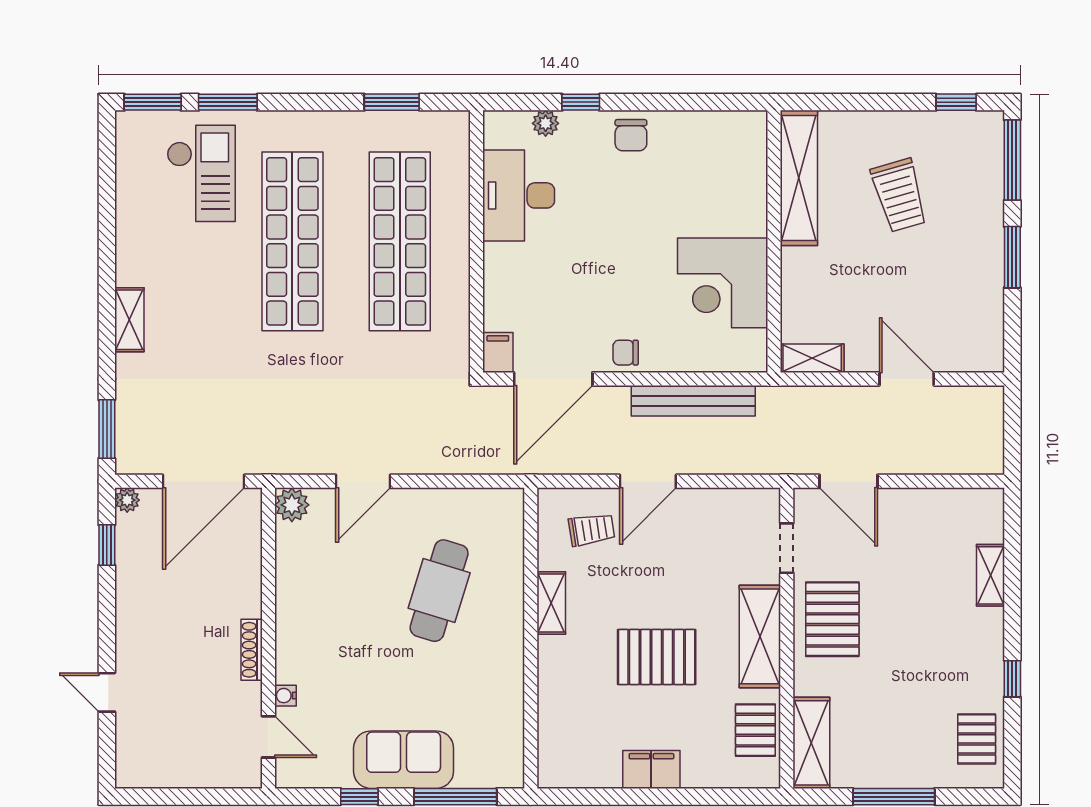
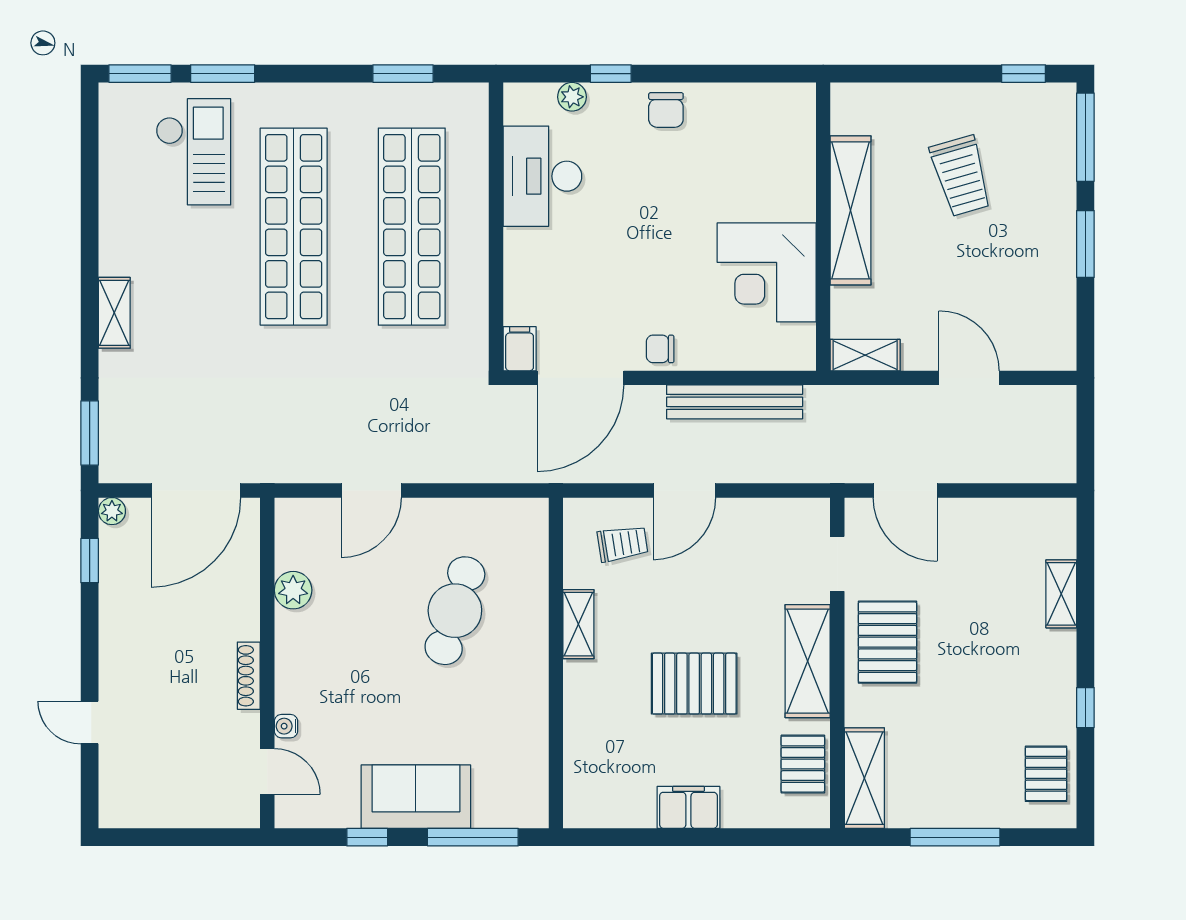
shelving: (799, 178) -> (851, 210), moved
plant: (292, 505) -> (293, 590), moved

